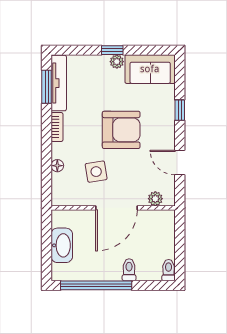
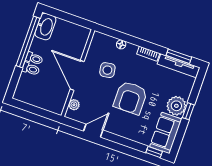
plant: (117, 62) -> (176, 106), width x1.87, depth x1.87
window: (180, 110) -> (154, 152), moved
washbasin: (62, 245) -> (45, 27), moved, turned -90
toilet: (169, 270) -> (34, 58), moved

